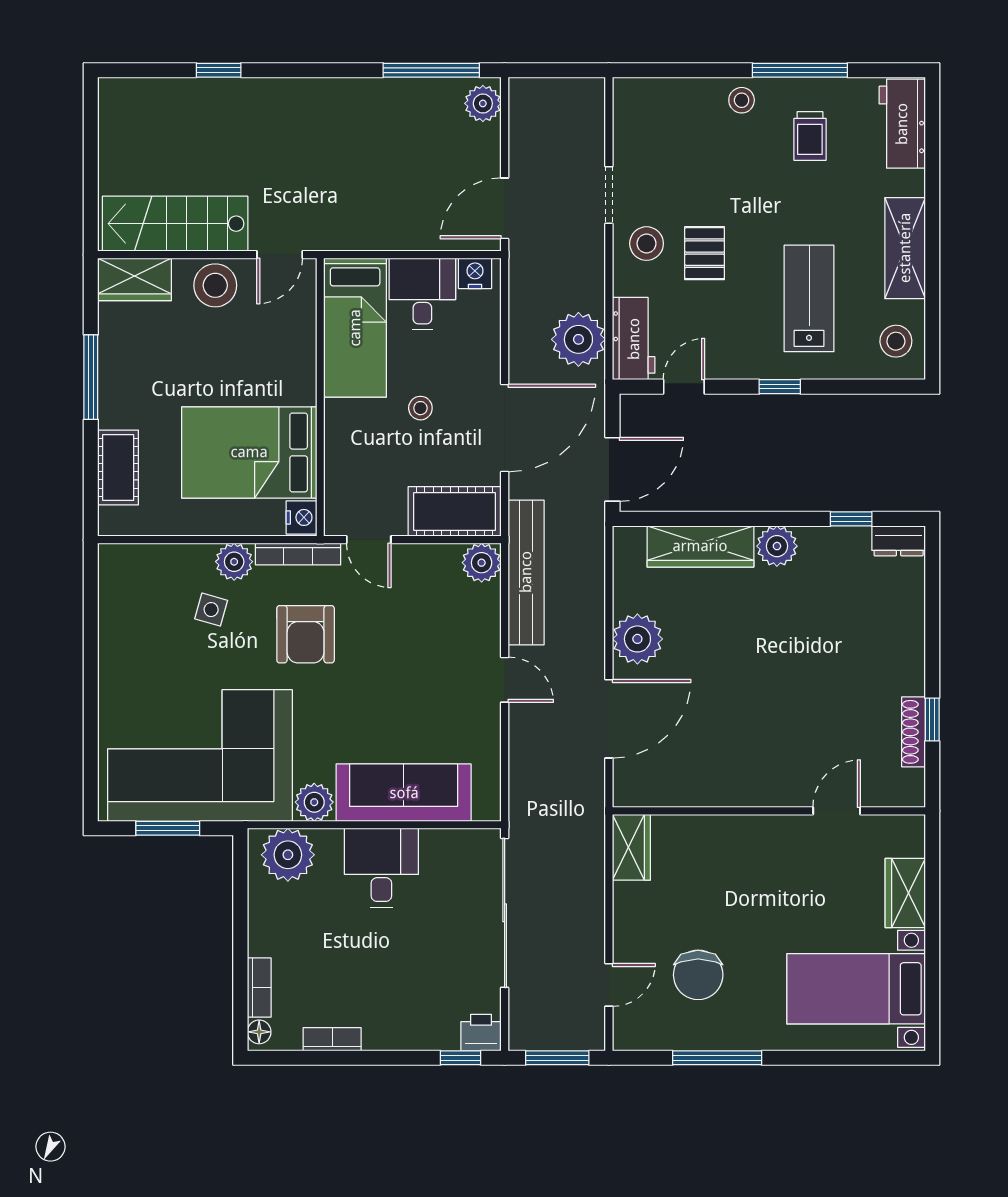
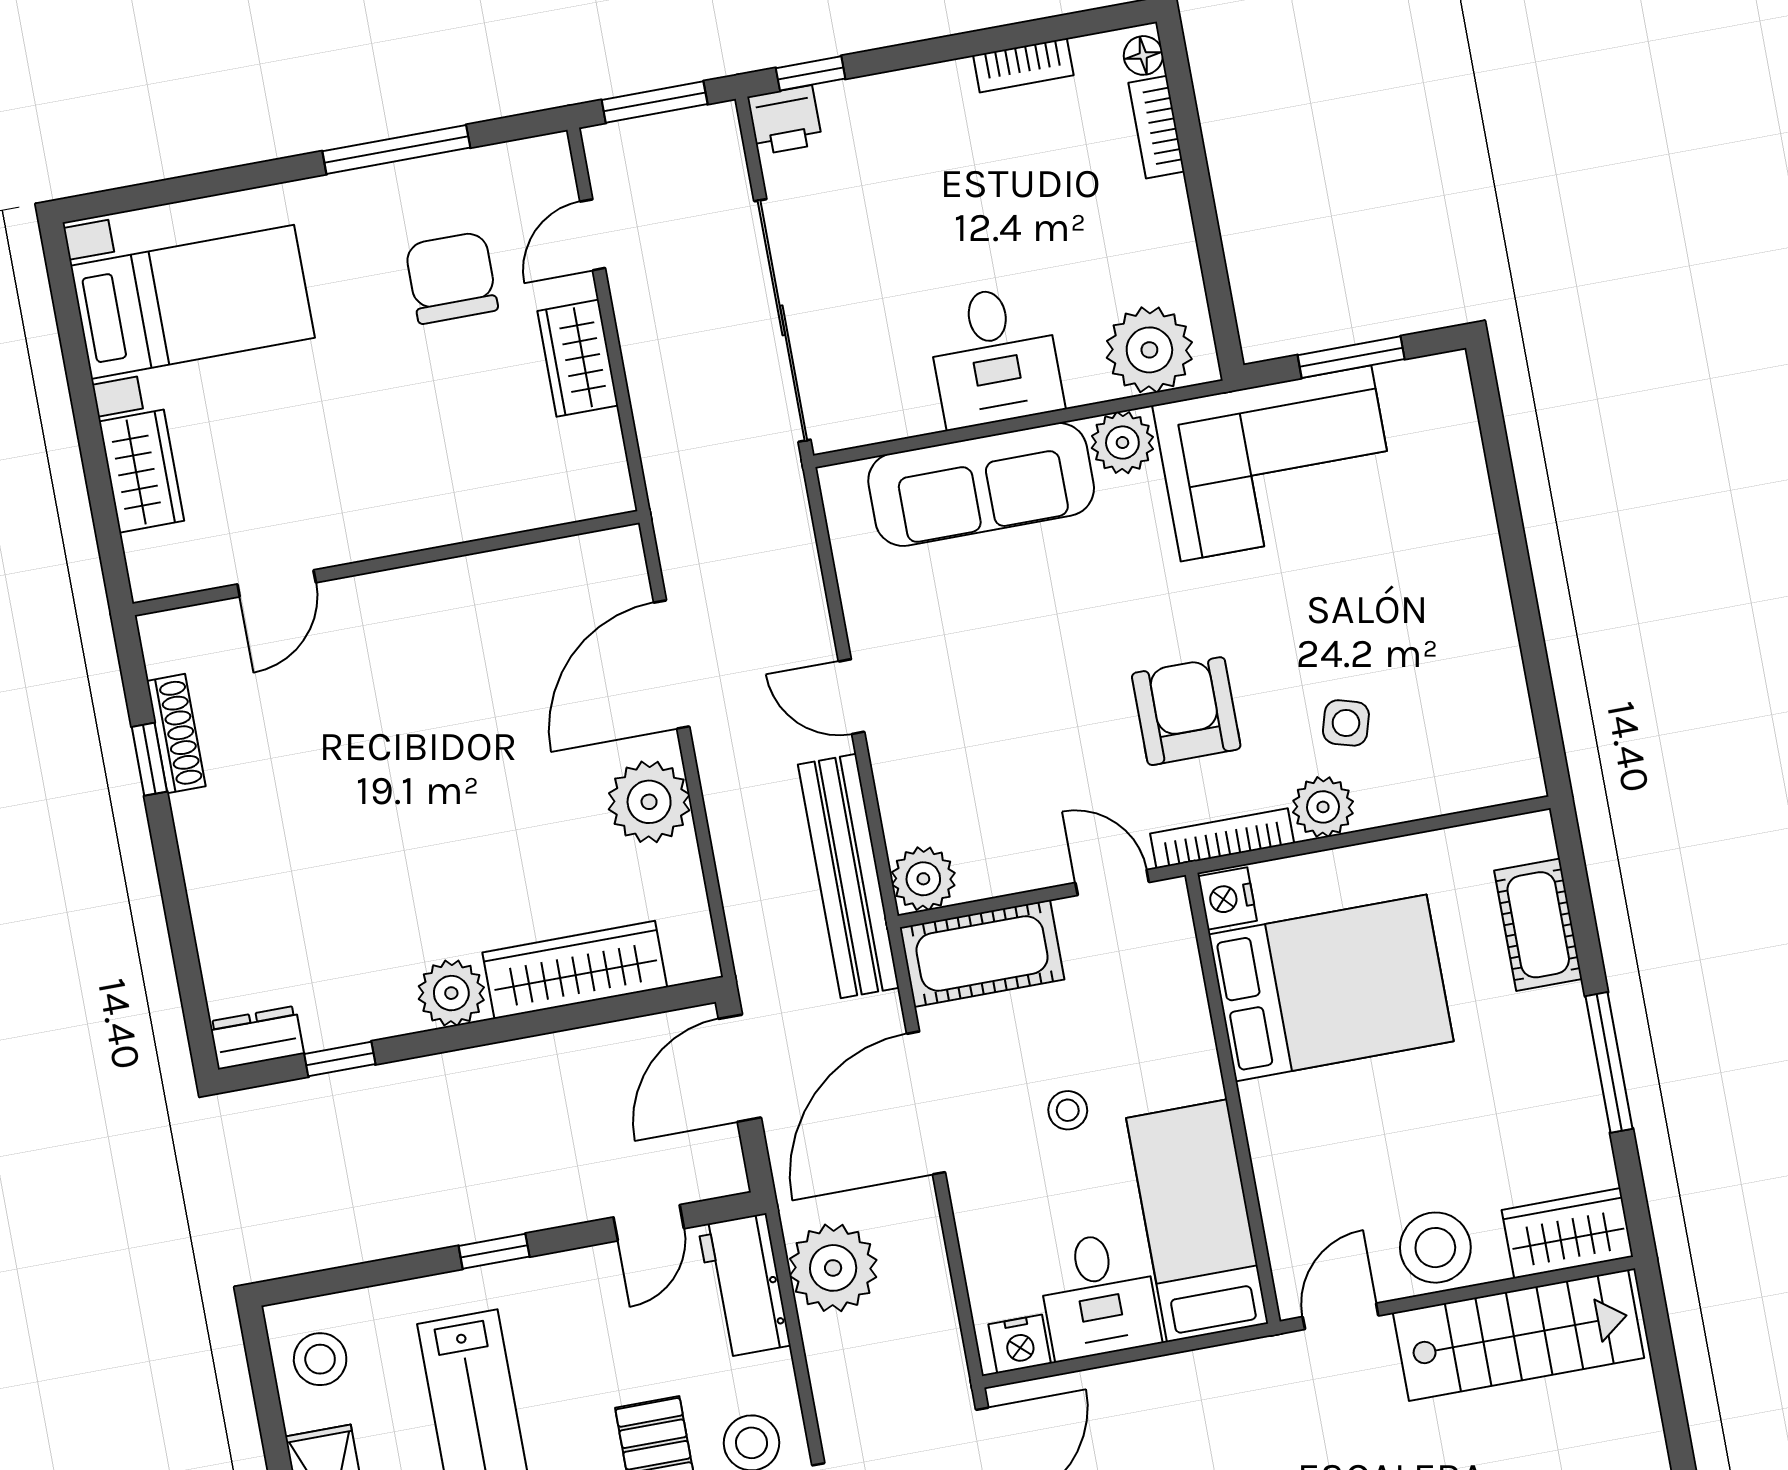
corner sofa: (200, 755) -> (1276, 463), width x0.73, depth x0.74
wardrobe: (631, 847) -> (578, 358), moved

